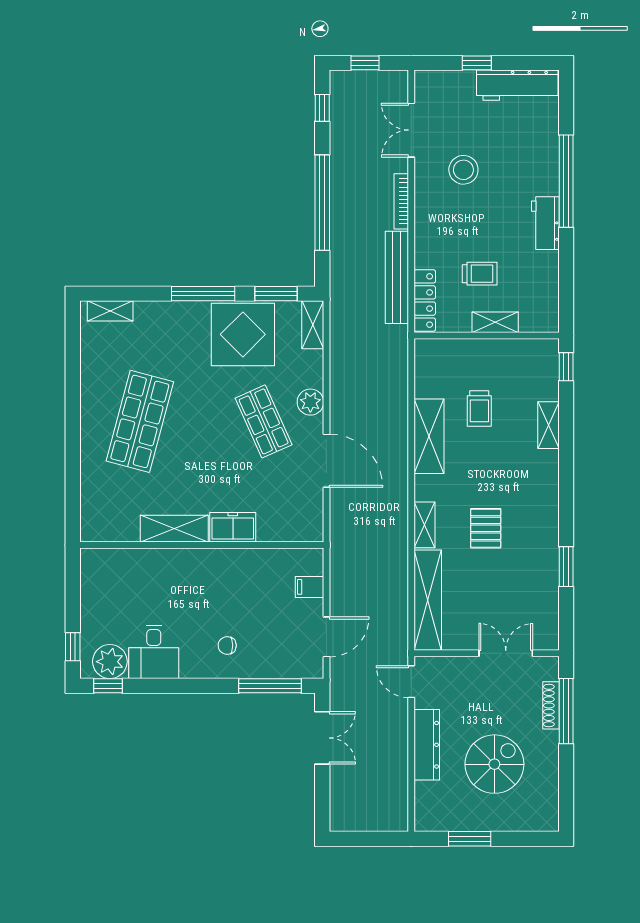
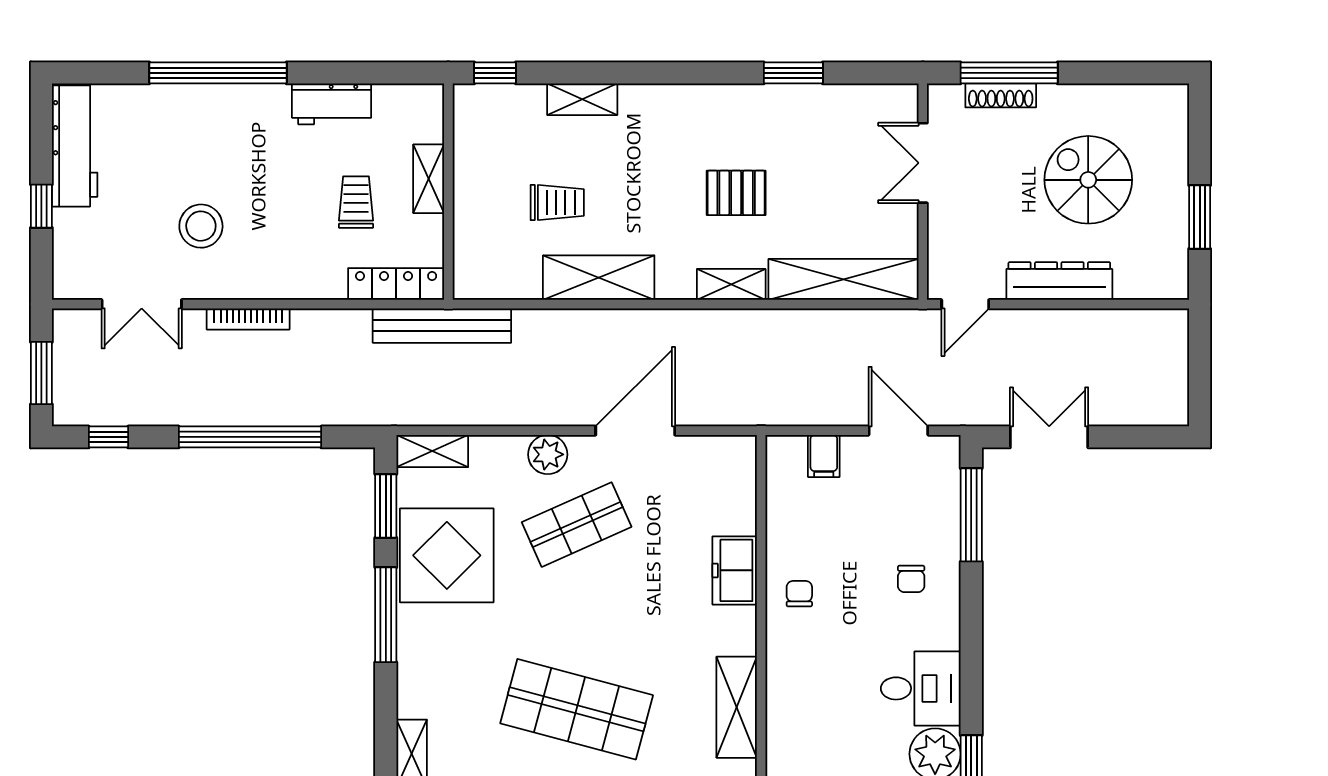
window: (365, 63) -> (41, 373), width x1.50
workbench: (545, 223) -> (332, 104), moved
bench: (397, 277) -> (442, 326), moved
shelving: (174, 529) -> (737, 707), moved
chair: (217, 571) -> (799, 594), added

